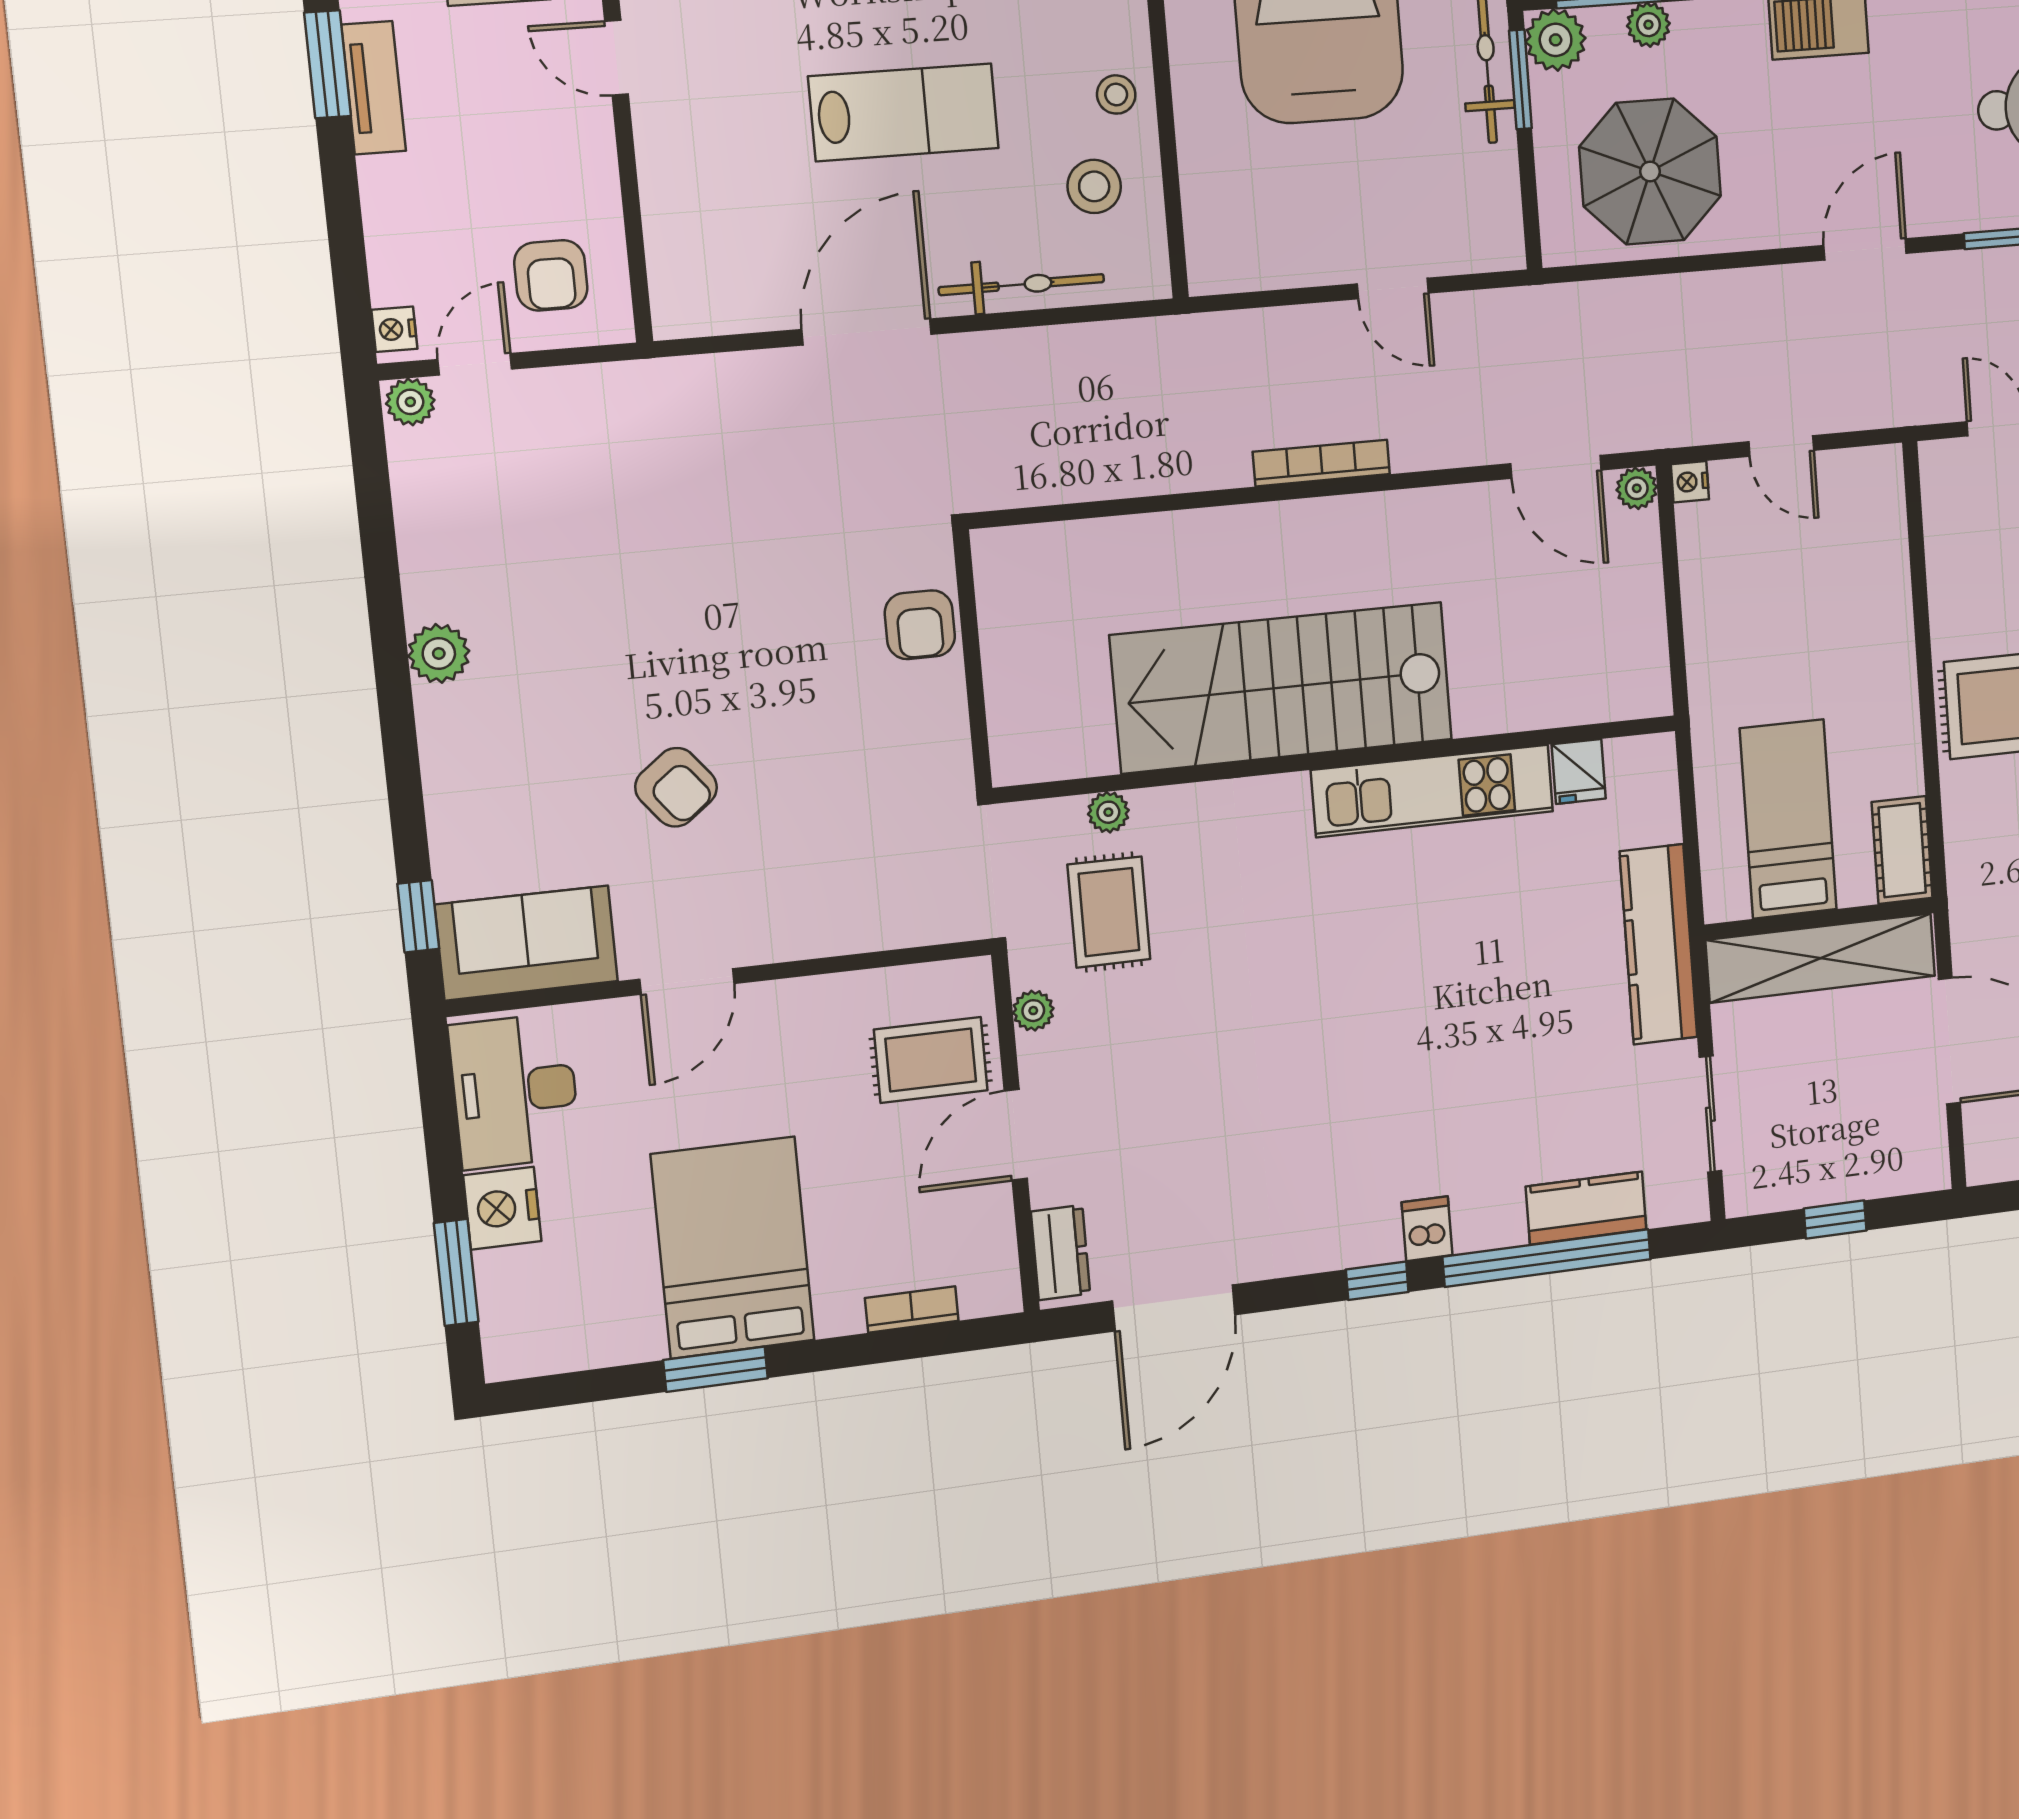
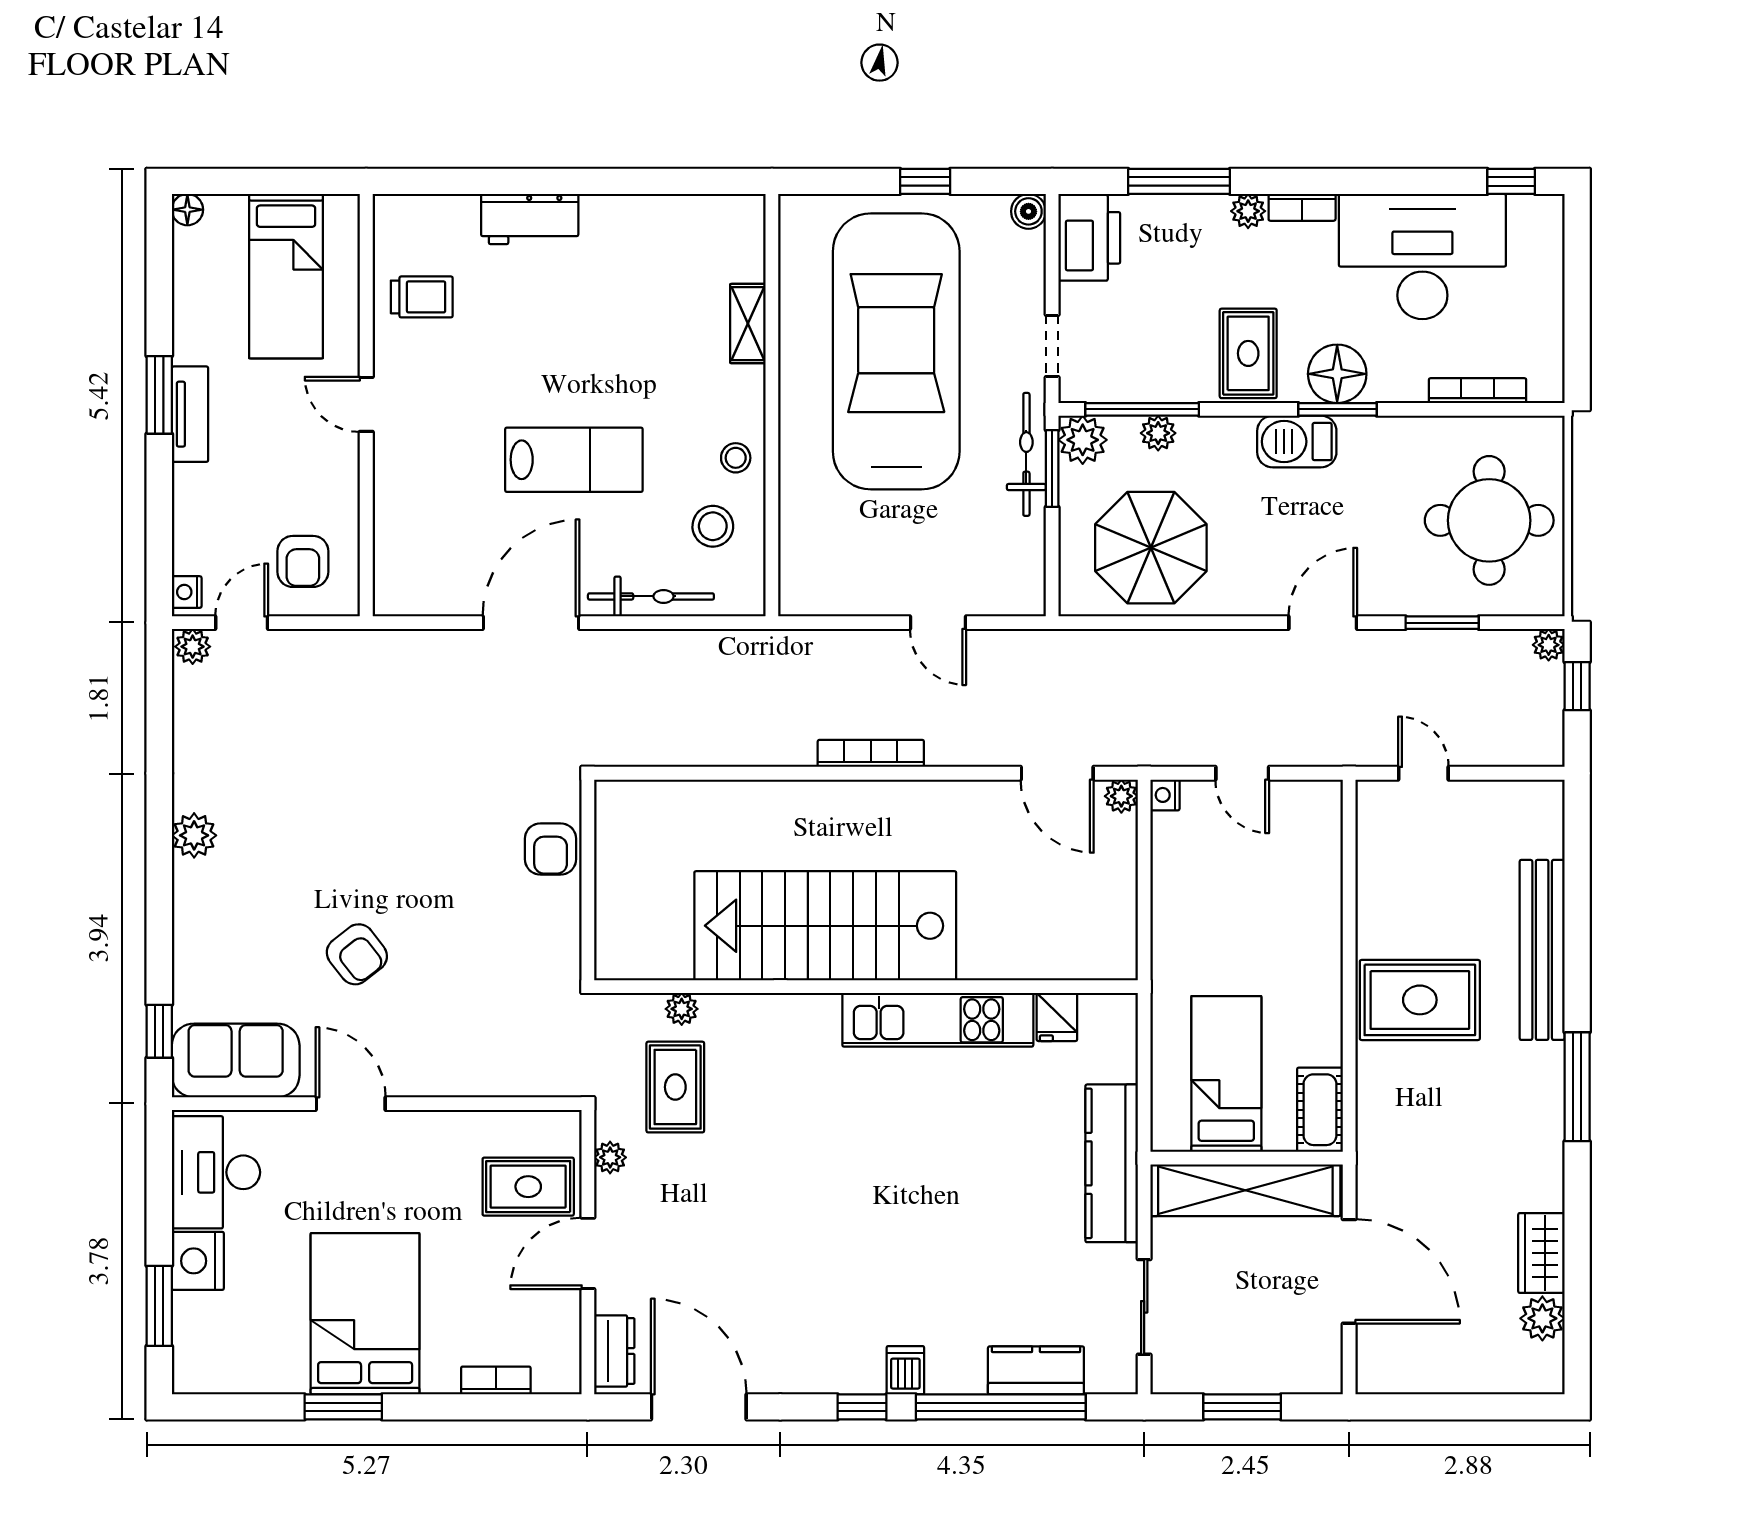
door: (687, 981) -> (351, 1104), swing flipped
window: (1835, 1220) -> (1242, 1407), width x1.50
door: (1174, 1308) -> (699, 1407), swing flipped

